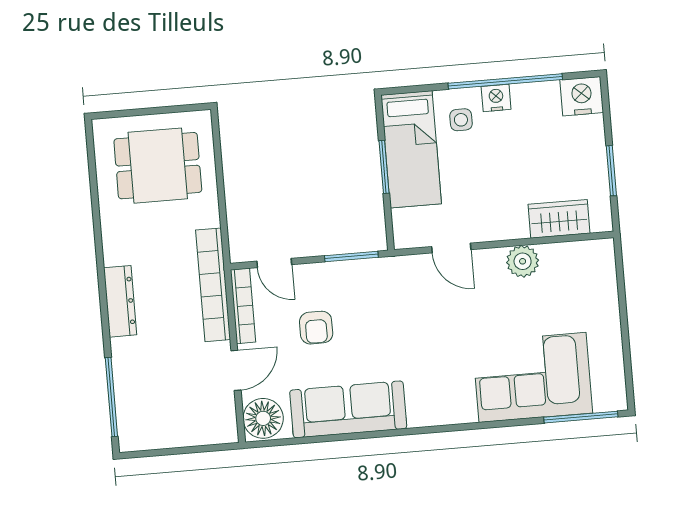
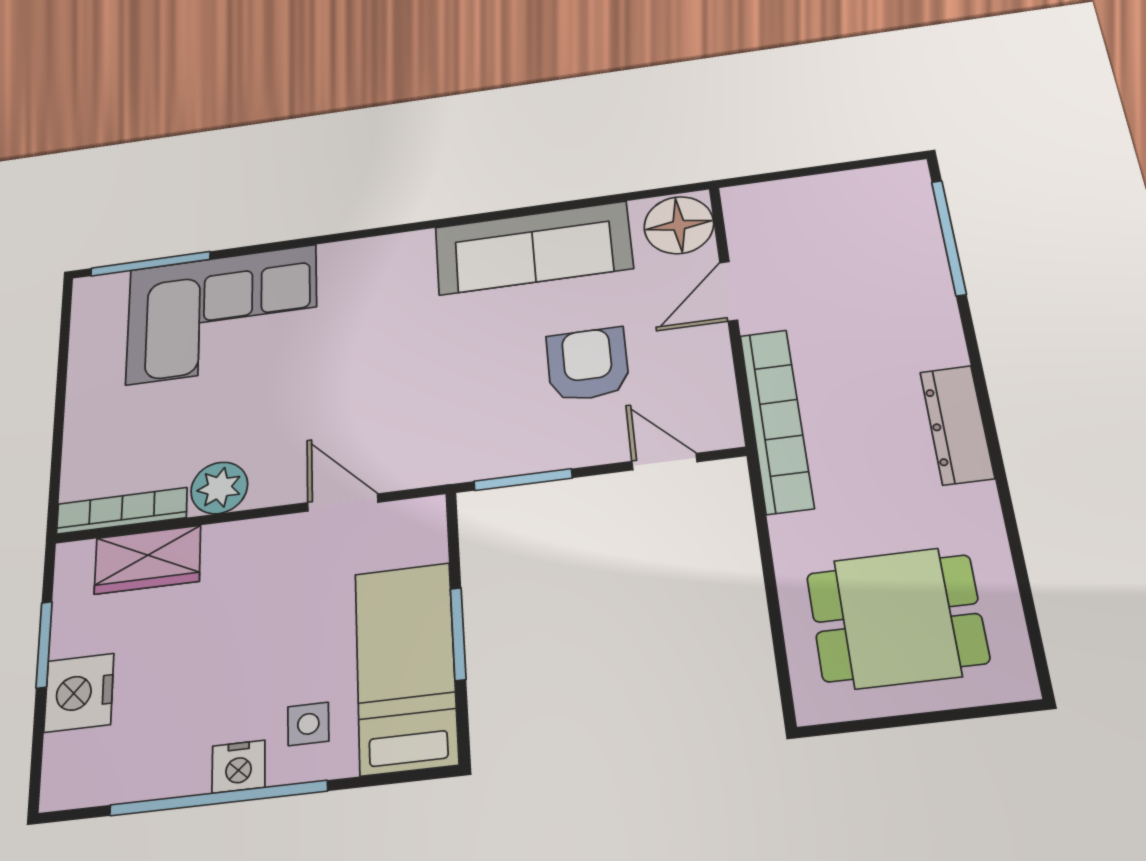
nightstand: (582, 96) -> (79, 693), moved, turned 90
dresser: (120, 301) -> (957, 425), moved
bookcase: (243, 306) -> (122, 511), moved, turned 90
armchair: (316, 328) -> (588, 364), width x1.38, depth x1.38

